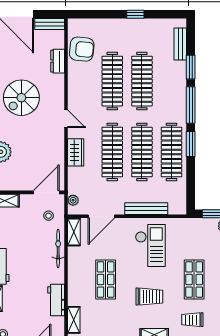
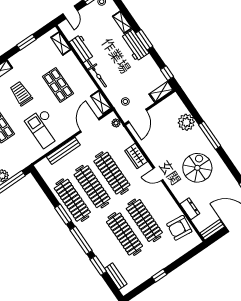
bicycle: (58, 249) -> (97, 74), moved
trolley: (149, 297) -> (21, 94), turned 90

